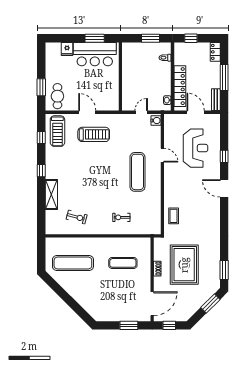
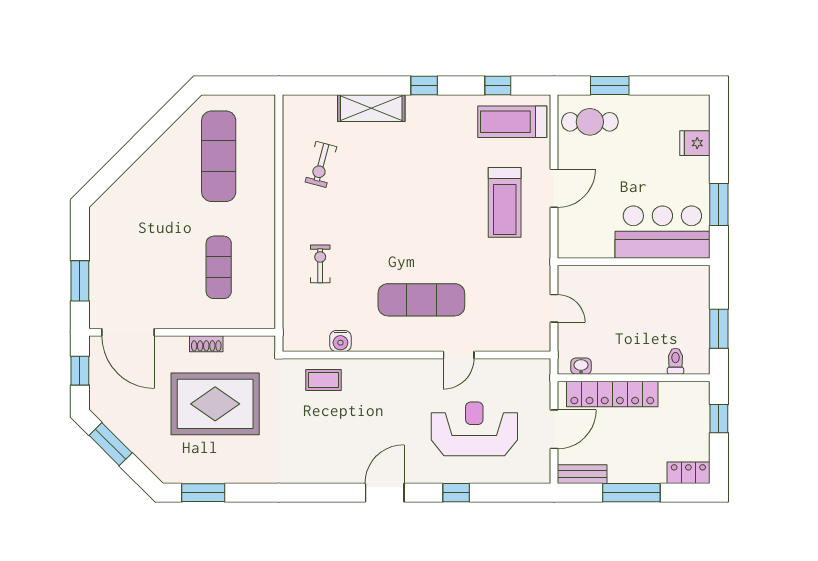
bar counter: (95, 54) -> (662, 232), moved, turned 90
water cooler: (156, 121) -> (340, 341), moved
reception desk: (196, 148) -> (474, 429), turned 180
window: (210, 304) -> (111, 444), moved

